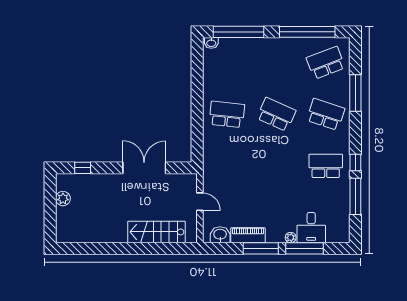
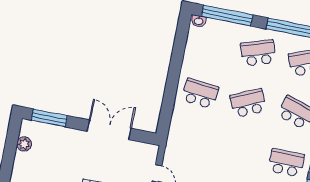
school desk: (276, 63) -> (258, 53), added
school desk: (276, 114) -> (248, 103), turned -48
window: (83, 168) -> (49, 118), width x2.17

